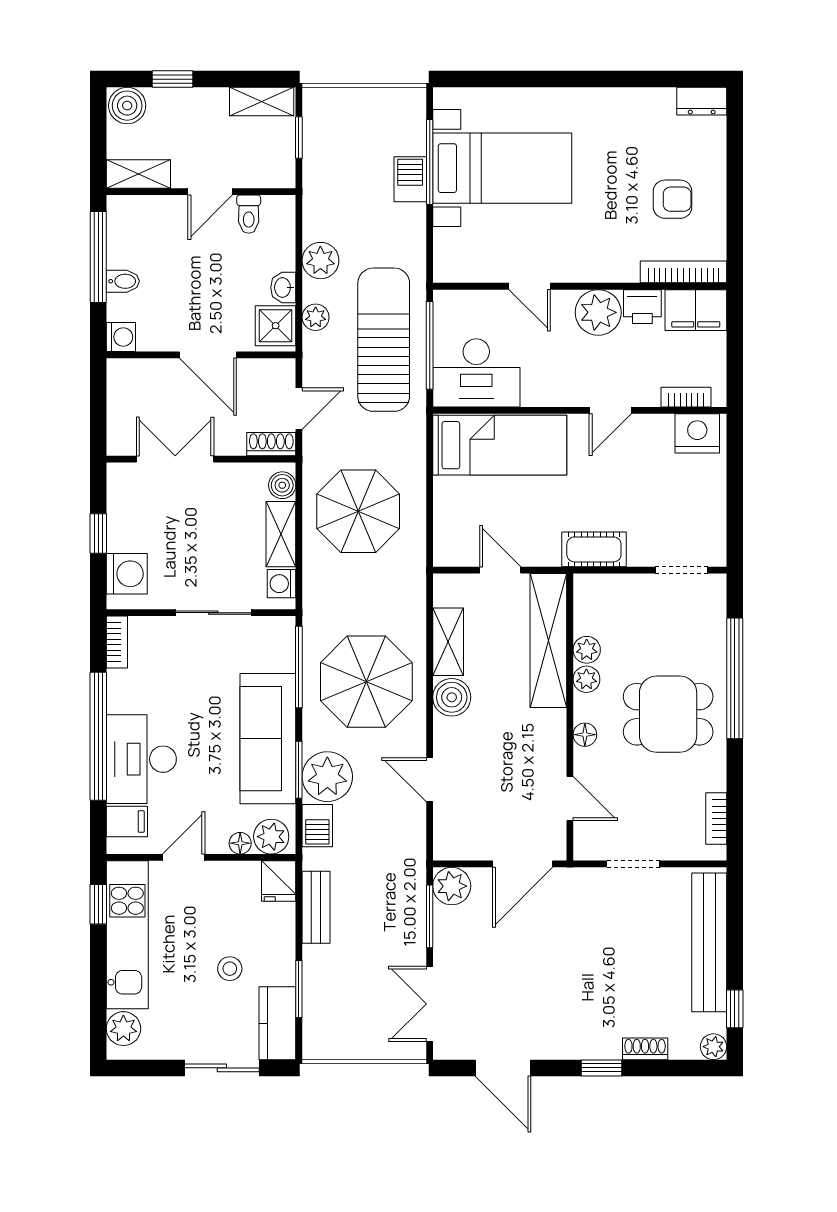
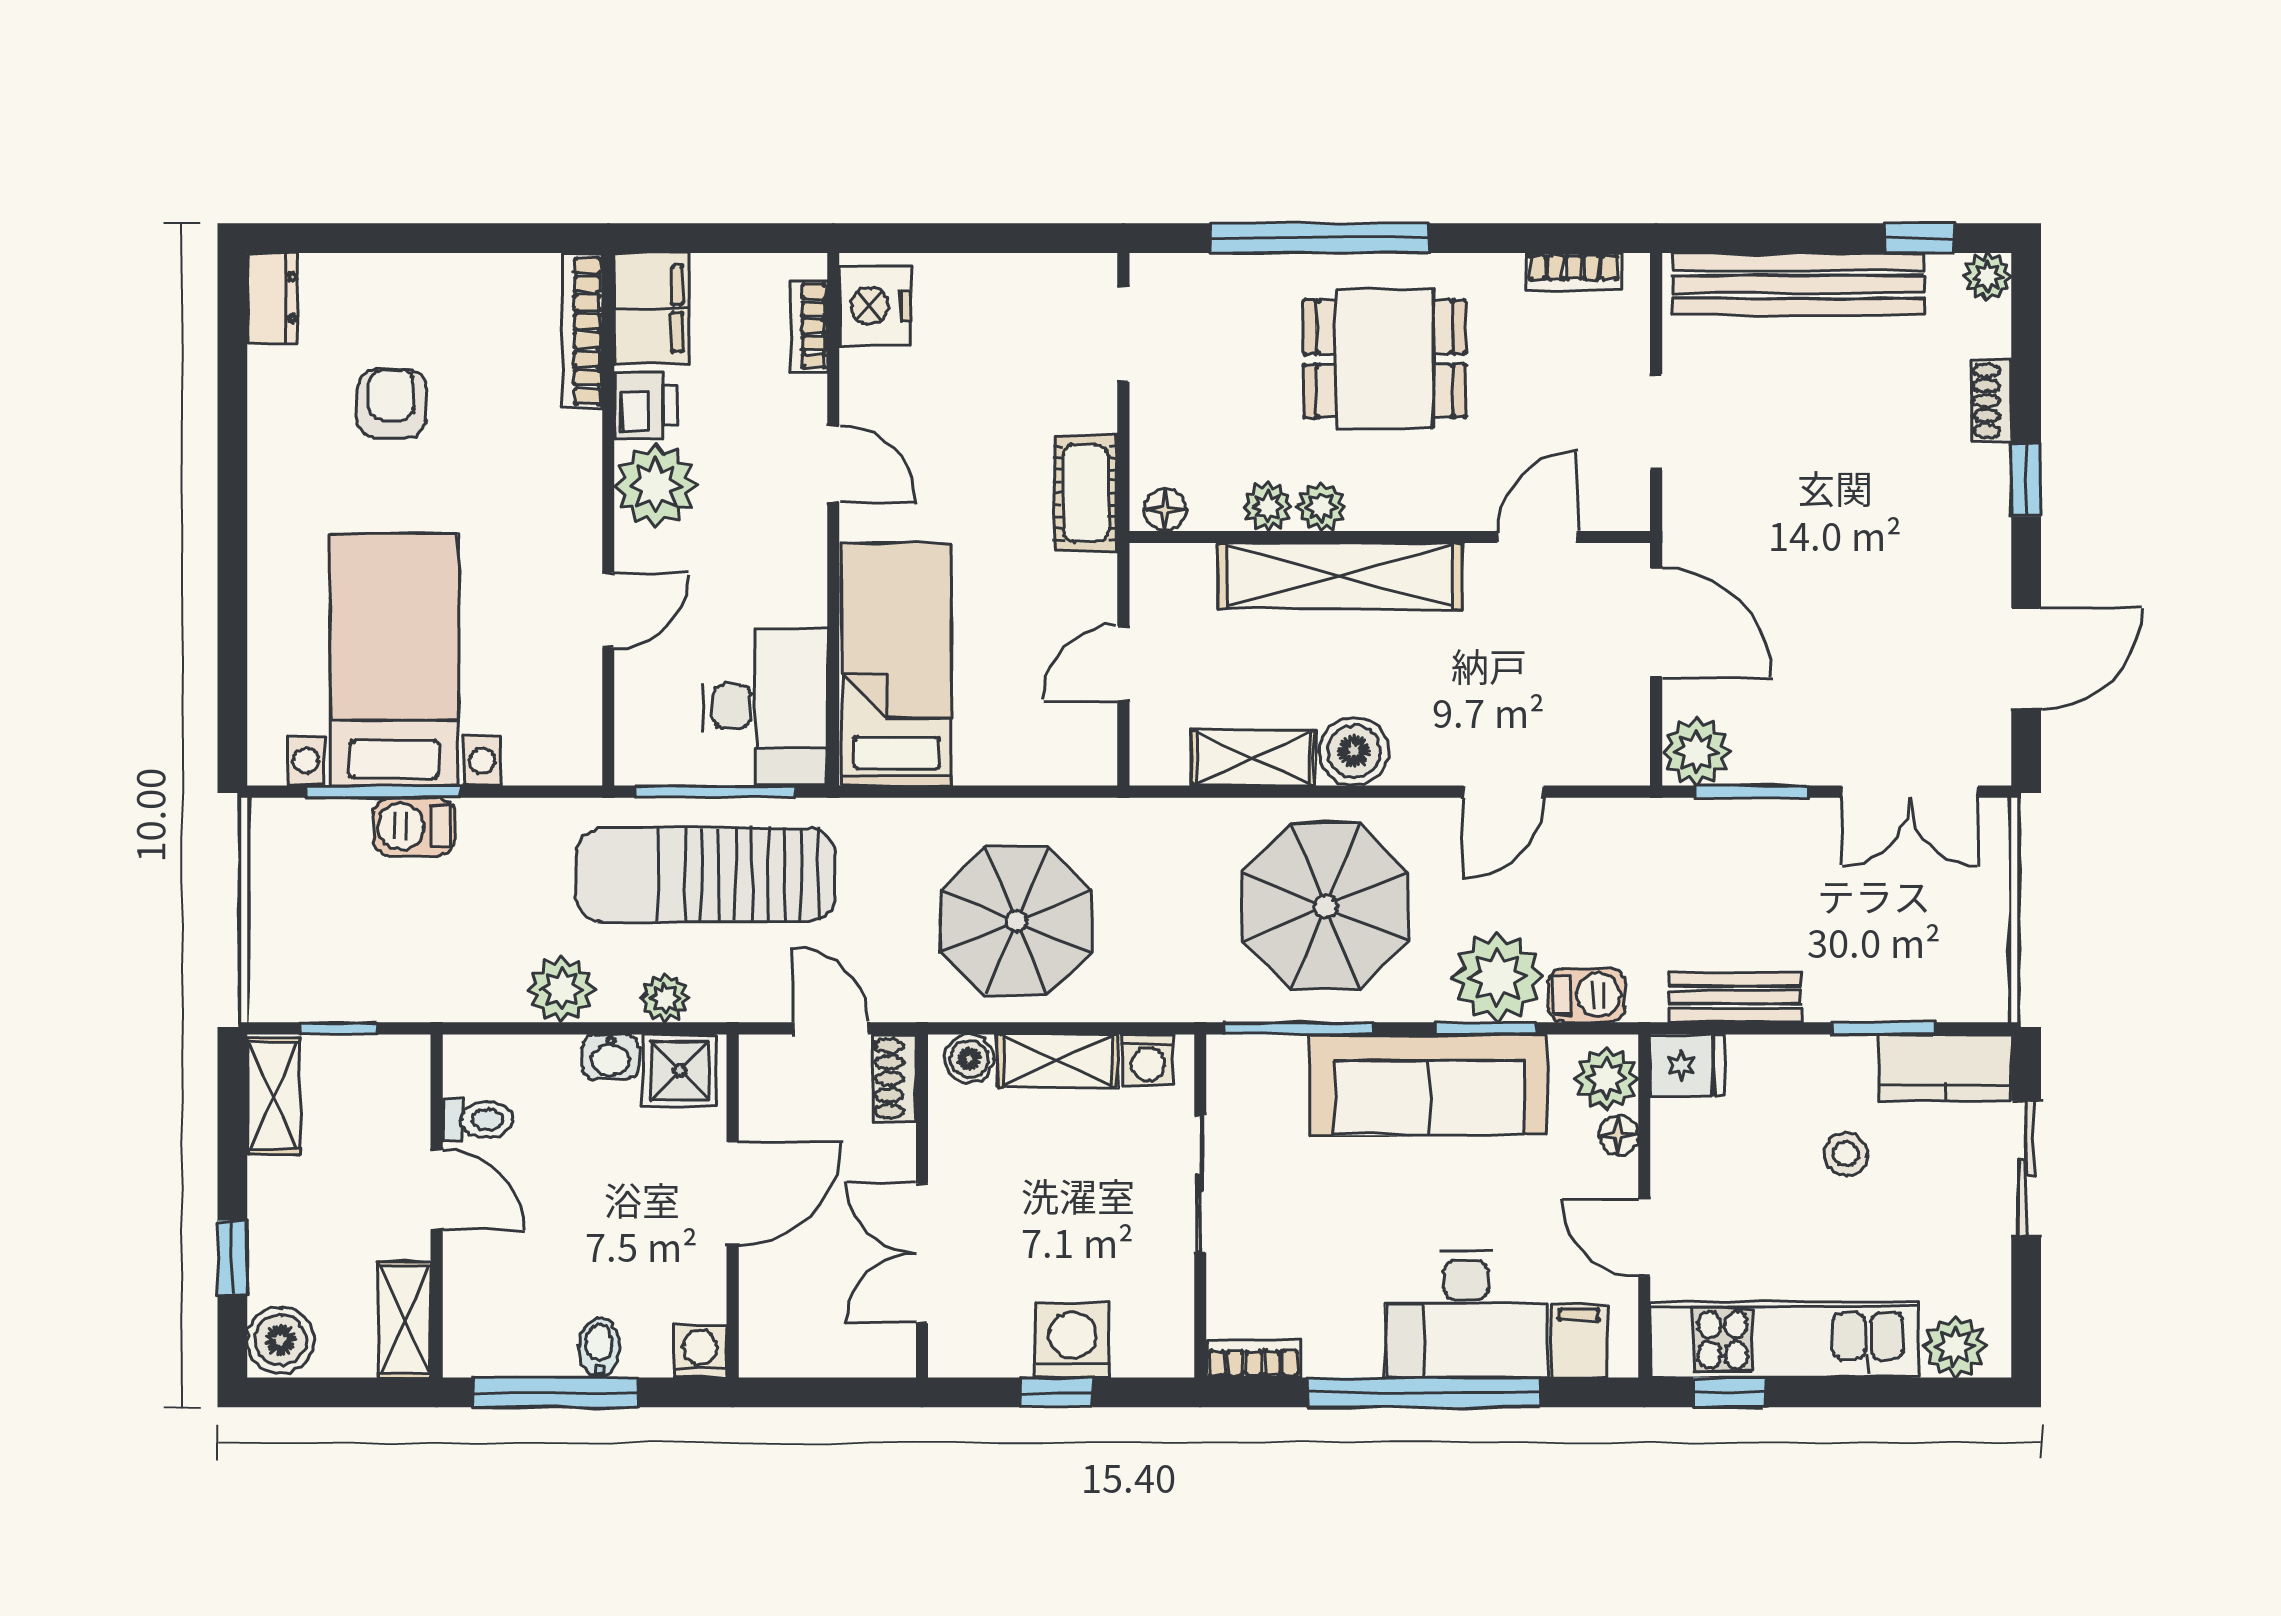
armchair: (673, 199) -> (392, 403), moved
washing machine: (127, 574) -> (1072, 1341), moved
shelving: (548, 641) -> (1340, 576), moved
dining table: (668, 714) -> (1384, 359), turned 90
floor lamp: (585, 735) -> (1165, 510), moved

